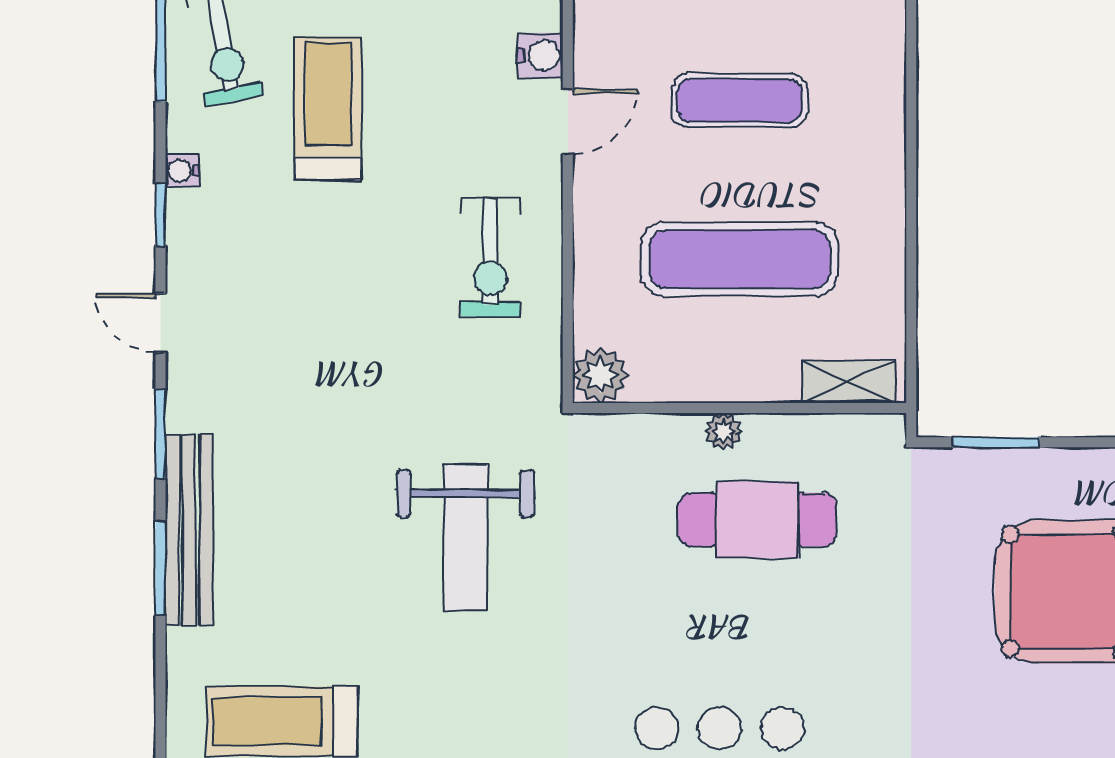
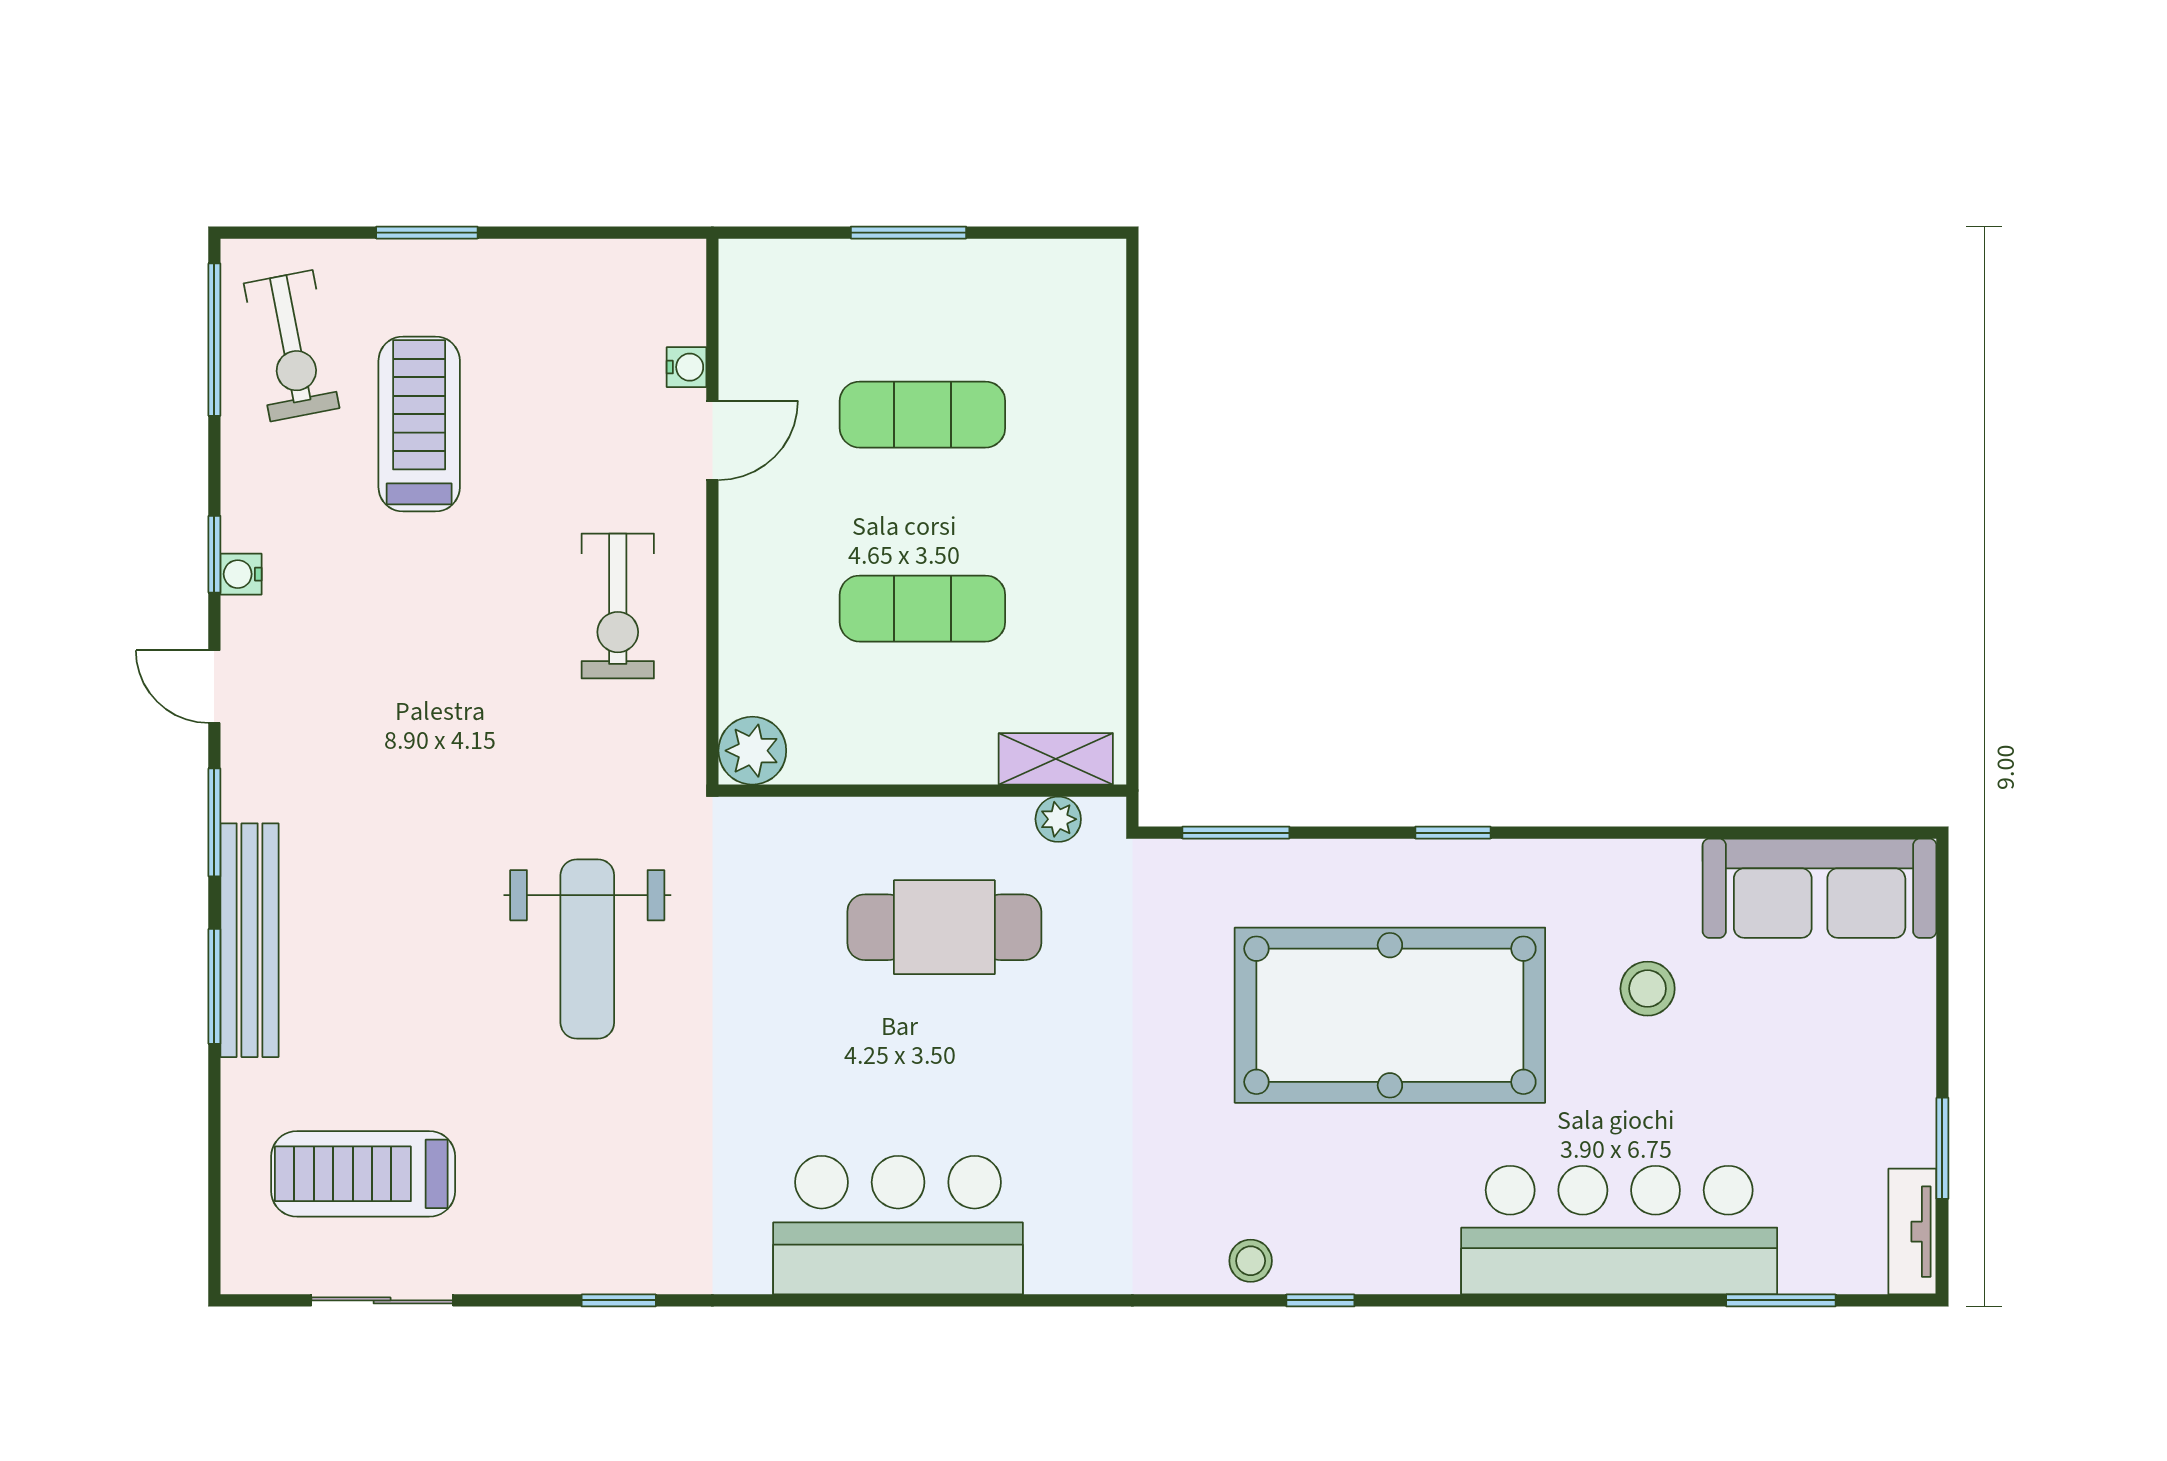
water cooler: (540, 55) -> (686, 367), width x0.72, depth x0.72
water cooler: (182, 170) -> (241, 574), moved
exercise mat: (739, 259) -> (922, 609), width x0.73, depth x0.69
plant: (723, 431) -> (1058, 819), moved

